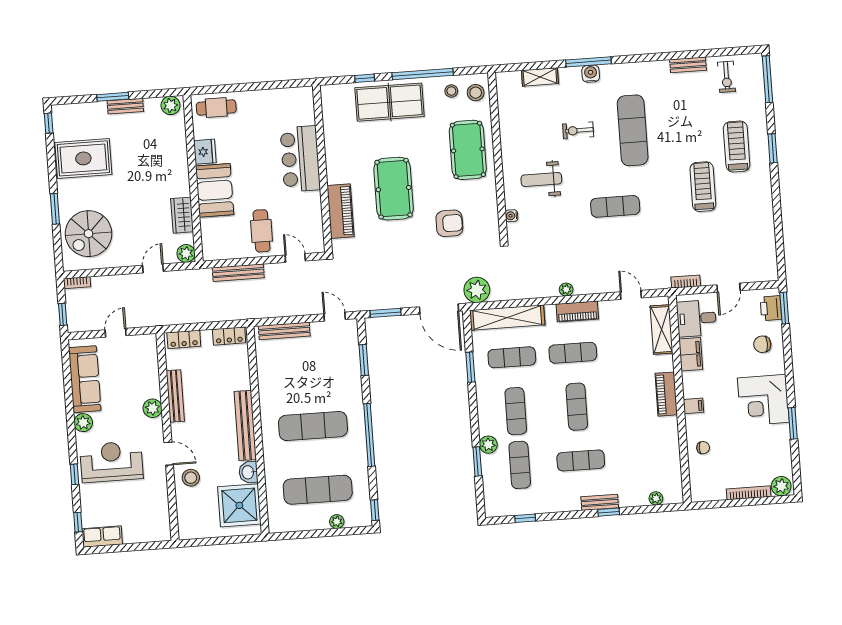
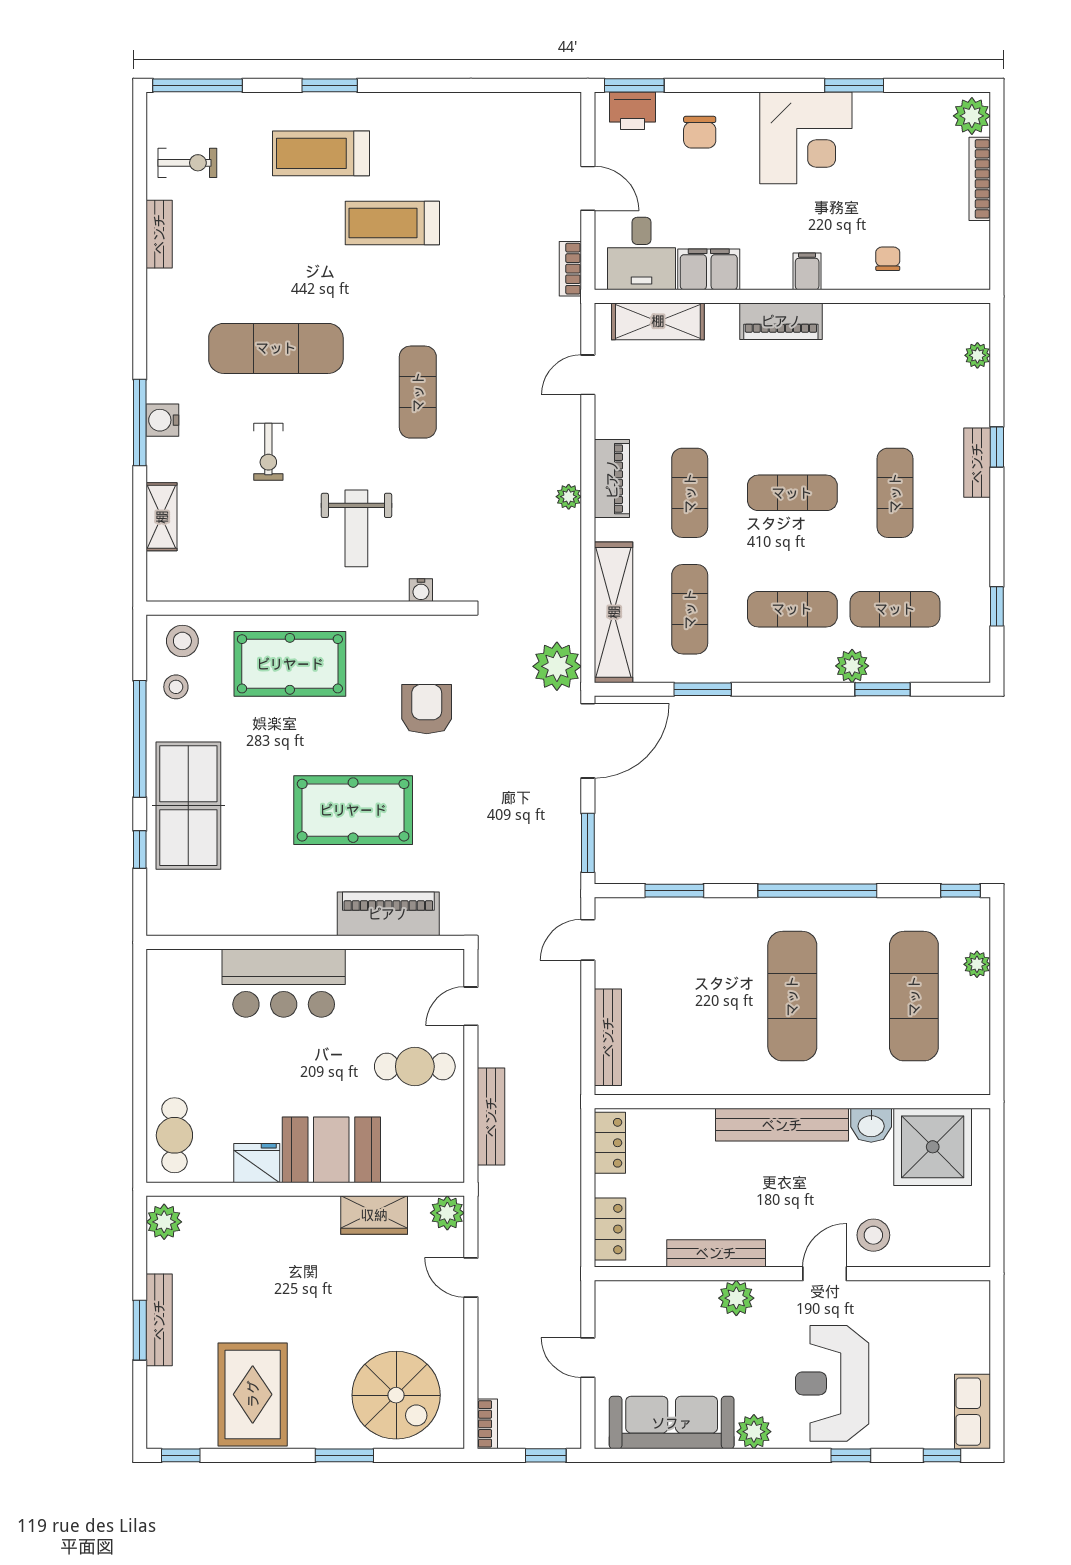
bench: (125, 106) -> (159, 1320), width x1.36

